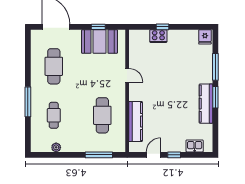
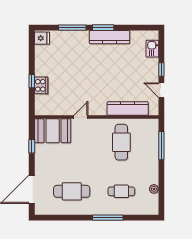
booth: (100, 42) -> (53, 131), moved, turned 90
cafe table: (102, 115) -> (121, 142), turned 90

